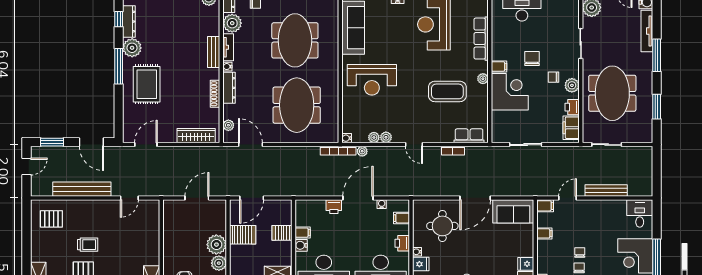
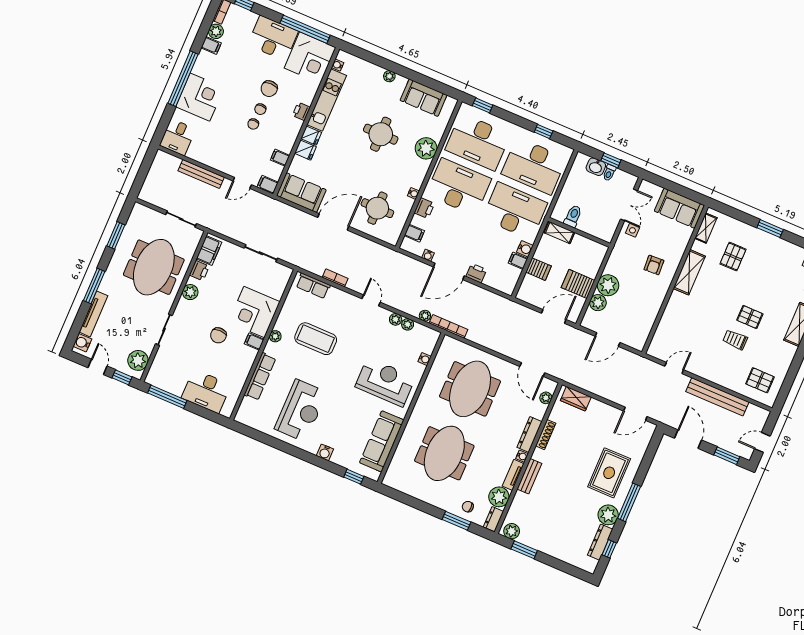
chair: (553, 77) -> (205, 308), removed
wardrobe: (196, 136) -> (576, 399), width x0.67
water cooler: (347, 138) -> (425, 359), moved
plant: (219, 263) -> (598, 303), moved
fridge: (421, 264) -> (305, 150), moved, turned 180

